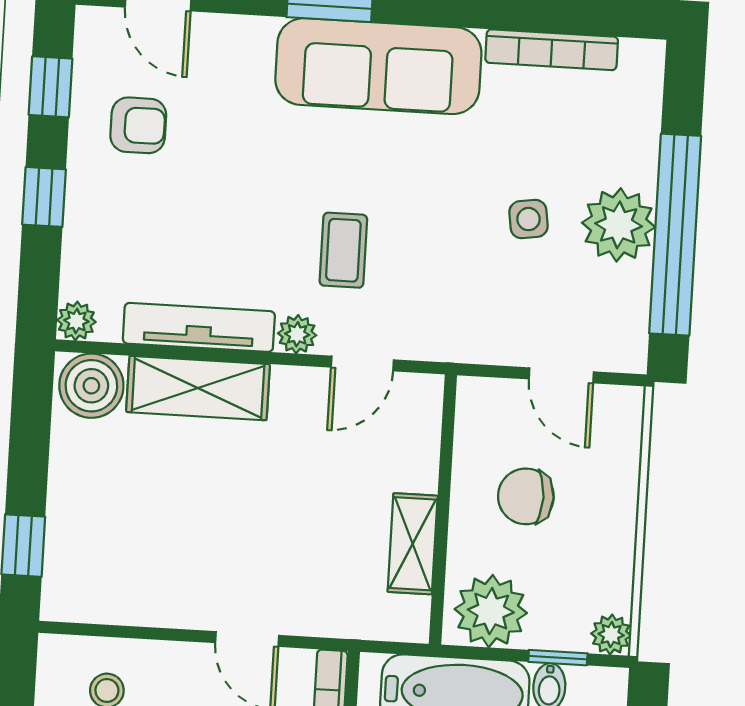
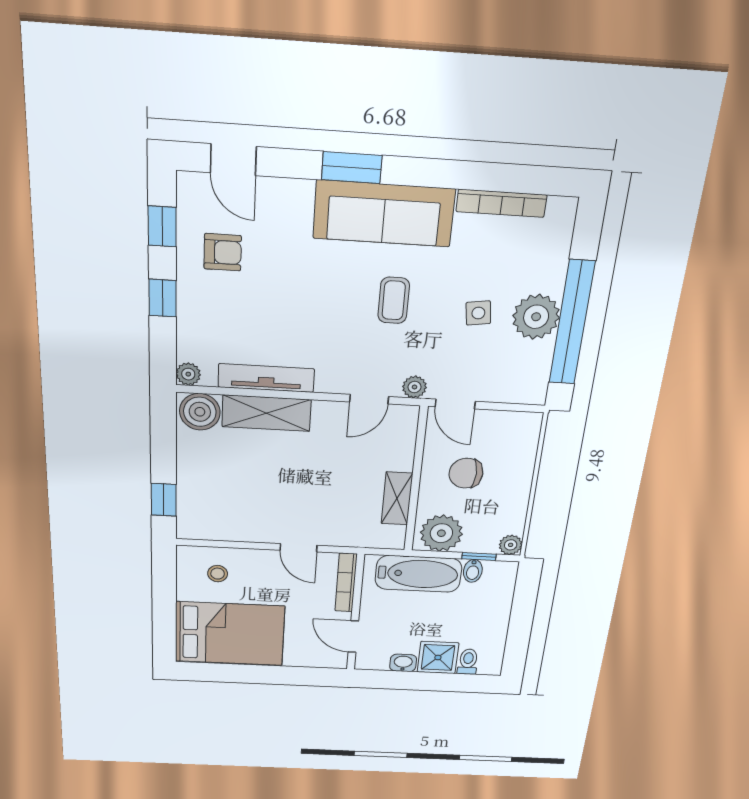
coffee table: (343, 250) -> (394, 300), moved
plant: (297, 334) -> (415, 387), moved
door: (561, 375) -> (455, 404), moved

